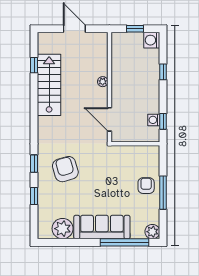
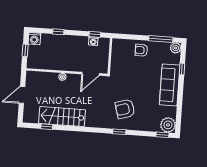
window: (163, 193) -> (161, 39), moved
window: (34, 196) -> (162, 135), moved
plant: (63, 229) -> (168, 125), moved
window: (125, 242) -> (182, 69), width x0.32

